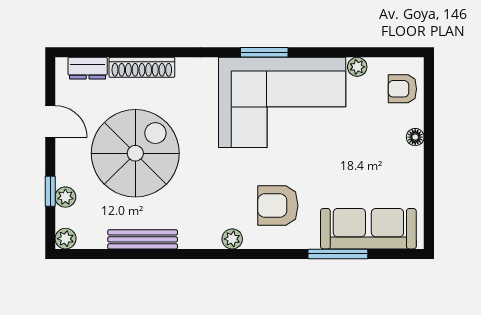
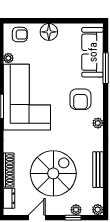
armchair: (402, 89) -> (20, 35), turned -90
floor lamp: (415, 137) -> (49, 32), width x1.89, depth x1.89
spiral stairs: (135, 153) -> (53, 173), turned 90

